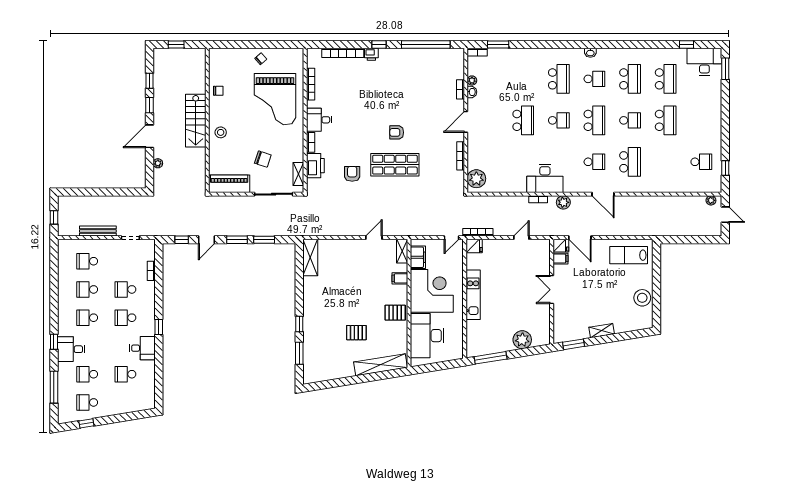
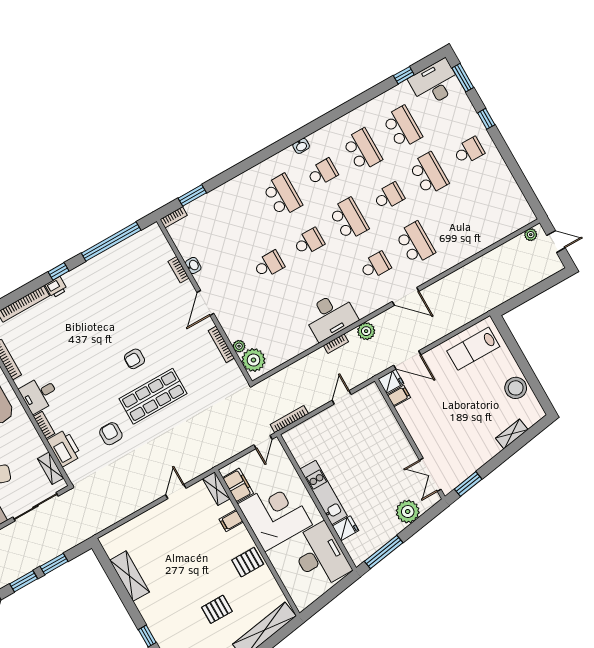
plant: (472, 80) -> (239, 346), moved
school desk: (523, 120) -> (269, 265), width x0.54
school desk: (701, 162) -> (469, 151), moved
window: (725, 168) -> (486, 119), moved
fridge: (474, 246) -> (346, 528), moved
shelving: (310, 257) -> (130, 576), moved
double door: (552, 290) -> (430, 475), moved
shelving: (602, 331) -> (512, 434), moved
desk: (427, 336) -> (320, 556), moved, turned 180

